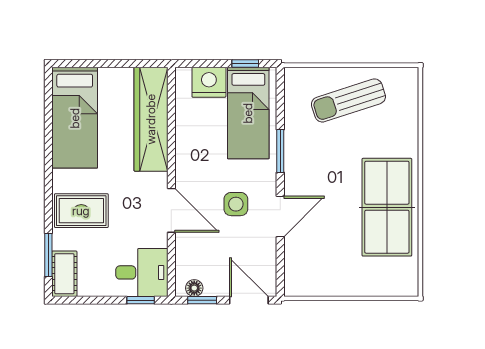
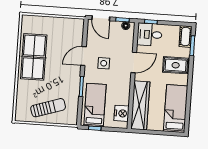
nightstand: (209, 82) -> (122, 113), moved, turned -90
door: (171, 210) -> (134, 62), swing flipped

